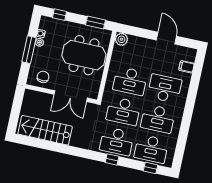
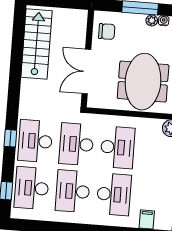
desk: (130, 81) -> (117, 147), turned 180

